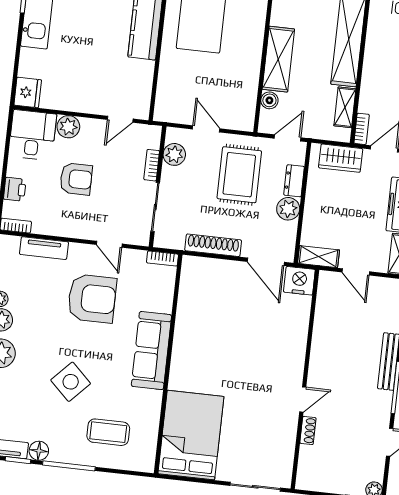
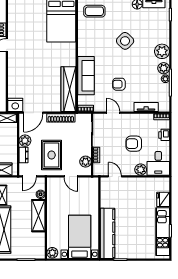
fridge: (28, 92) -> (163, 199), moved
door: (120, 119) -> (115, 176), hinge flipped
door: (266, 262) -> (33, 113), swing flipped
armchair: (92, 299) -> (119, 84), width x0.53, depth x0.53
wardrobe: (192, 300) -> (68, 89), added
sofa: (151, 351) -> (86, 76), moved
coffee table: (108, 432) -> (94, 11), moved

